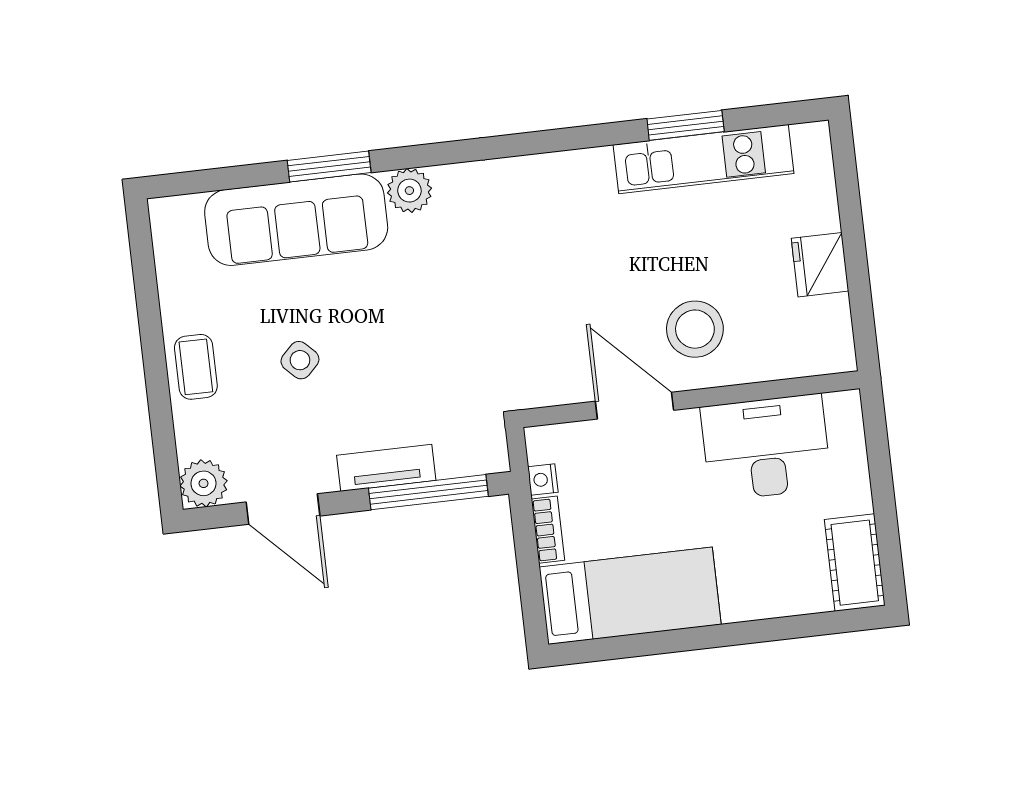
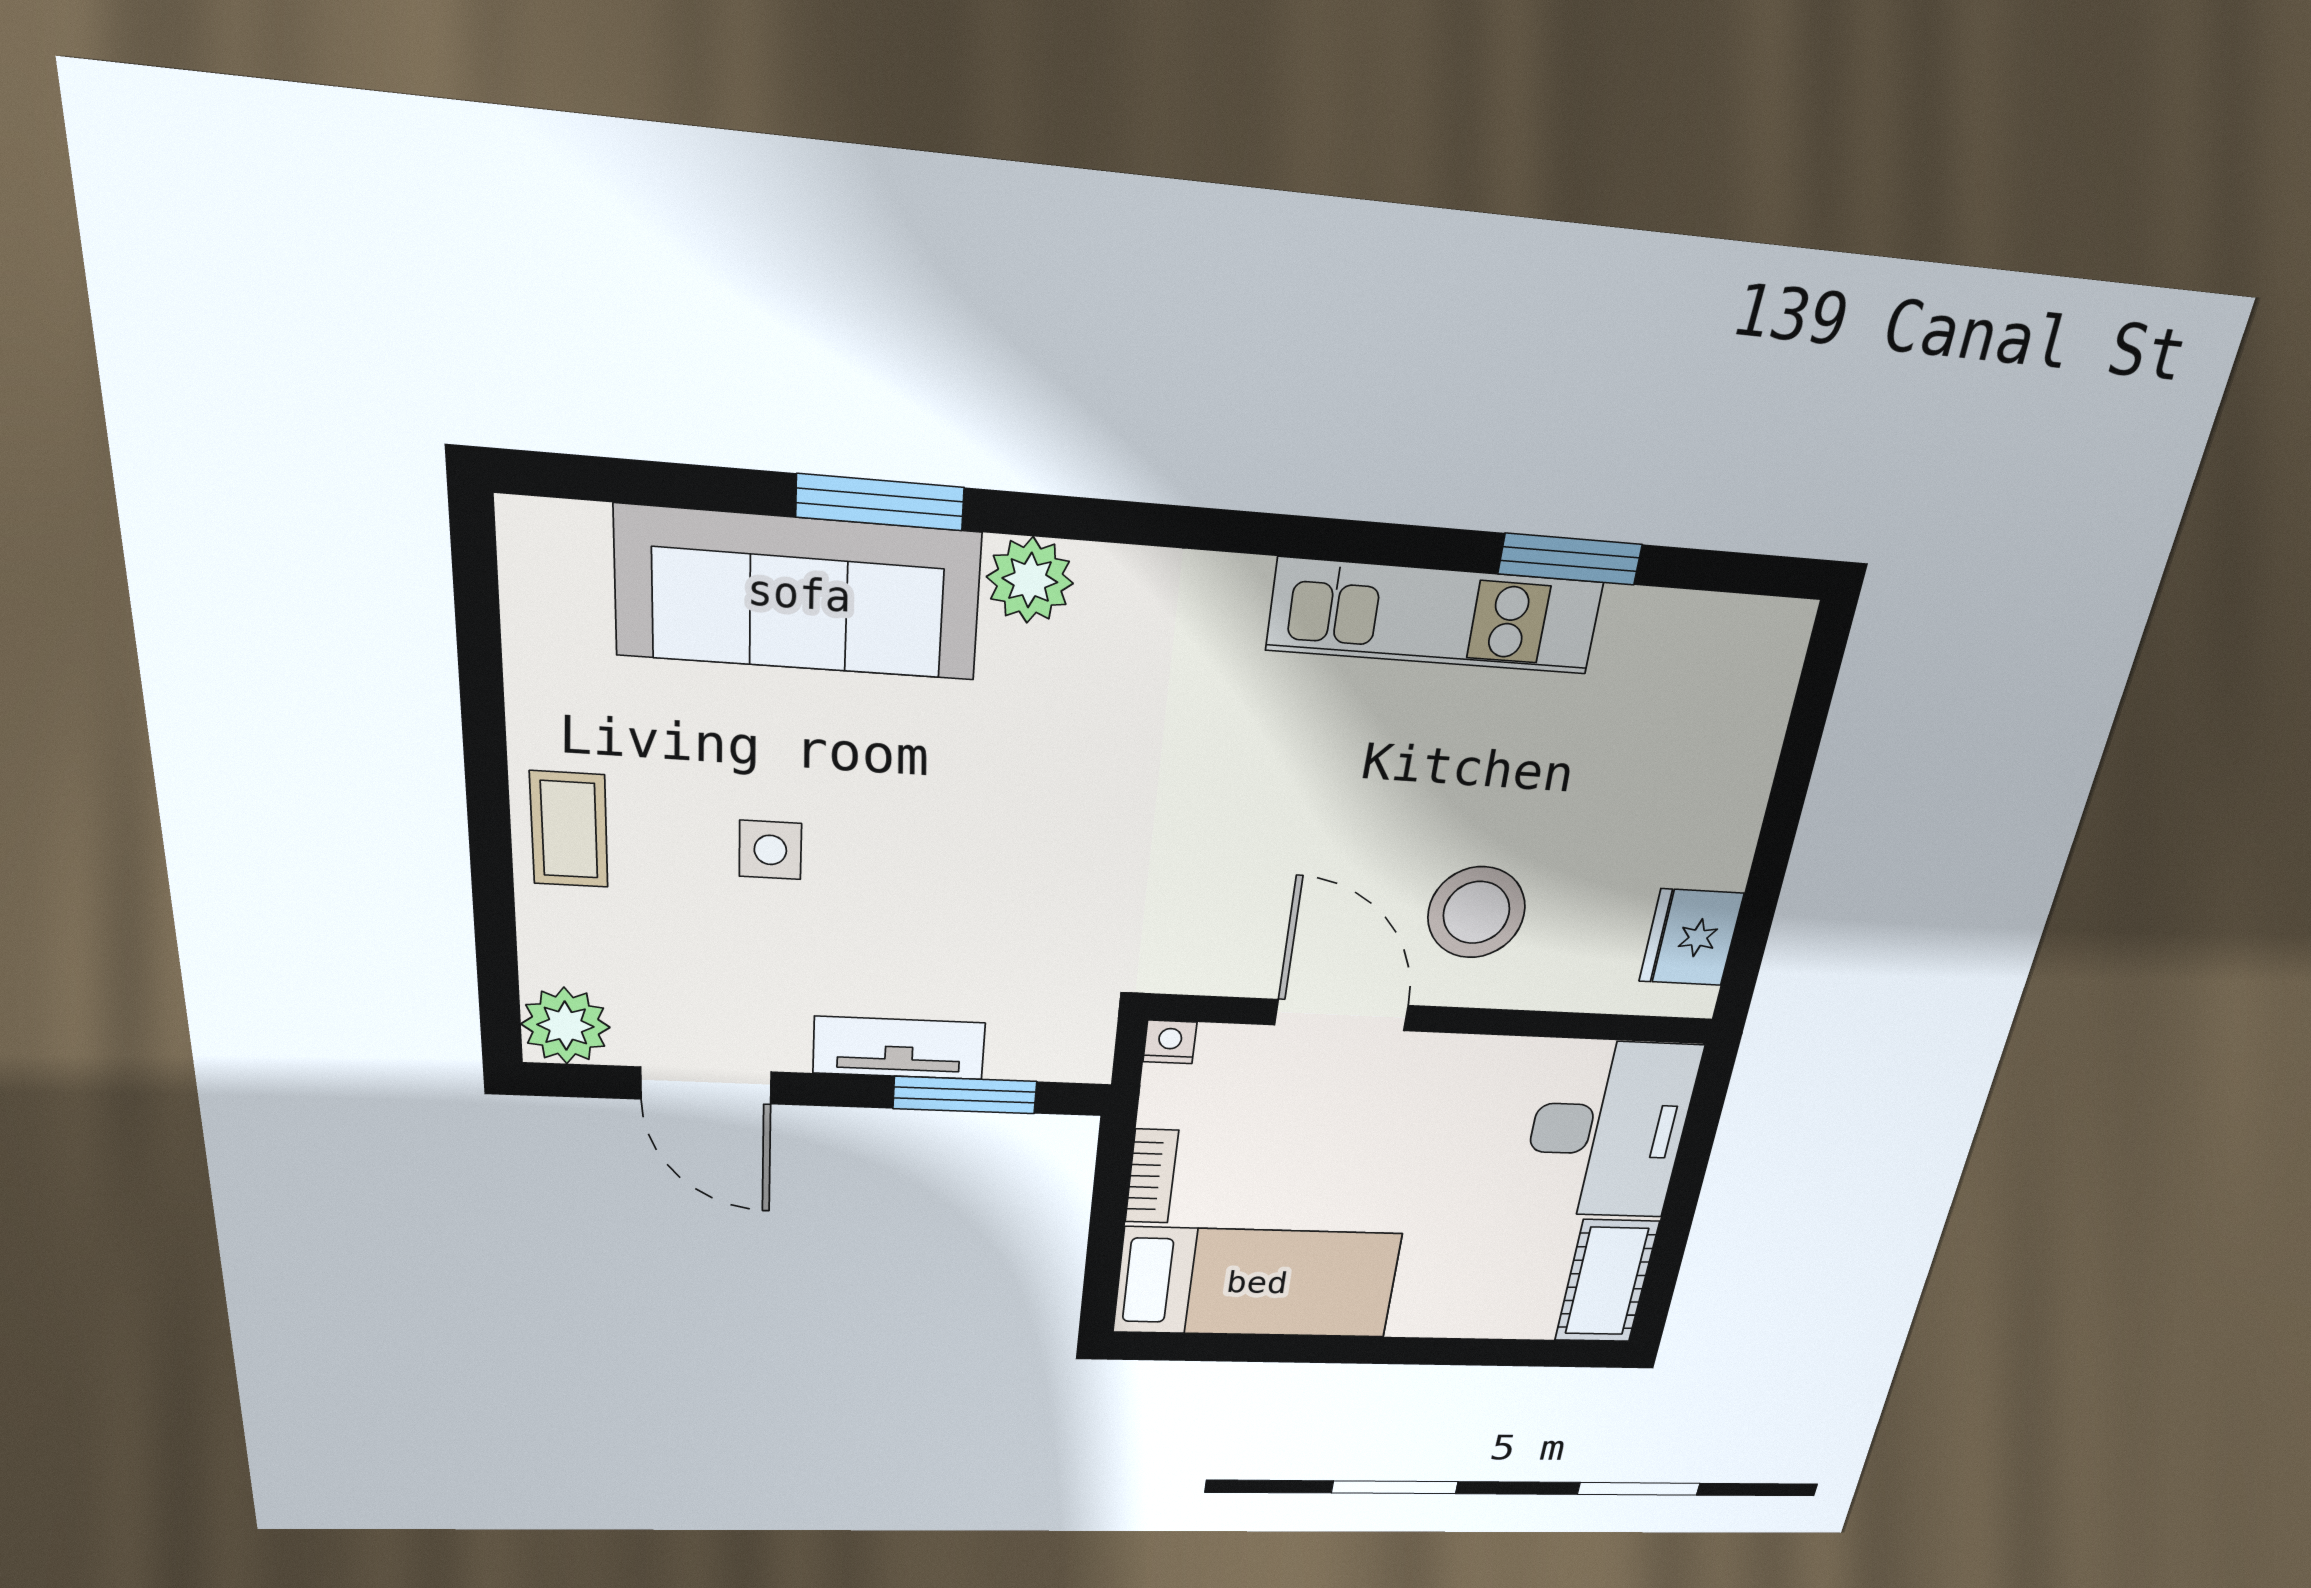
kitchen unit: (704, 159) -> (1435, 616), moved
fridge: (820, 265) -> (1691, 937), moved
side table: (300, 360) -> (770, 850), turned 45
desk: (766, 447) -> (1608, 1130), moved, turned 90
nightstand: (543, 480) -> (1170, 1042), moved, turned 90
window: (428, 492) -> (965, 1095), width x0.69

